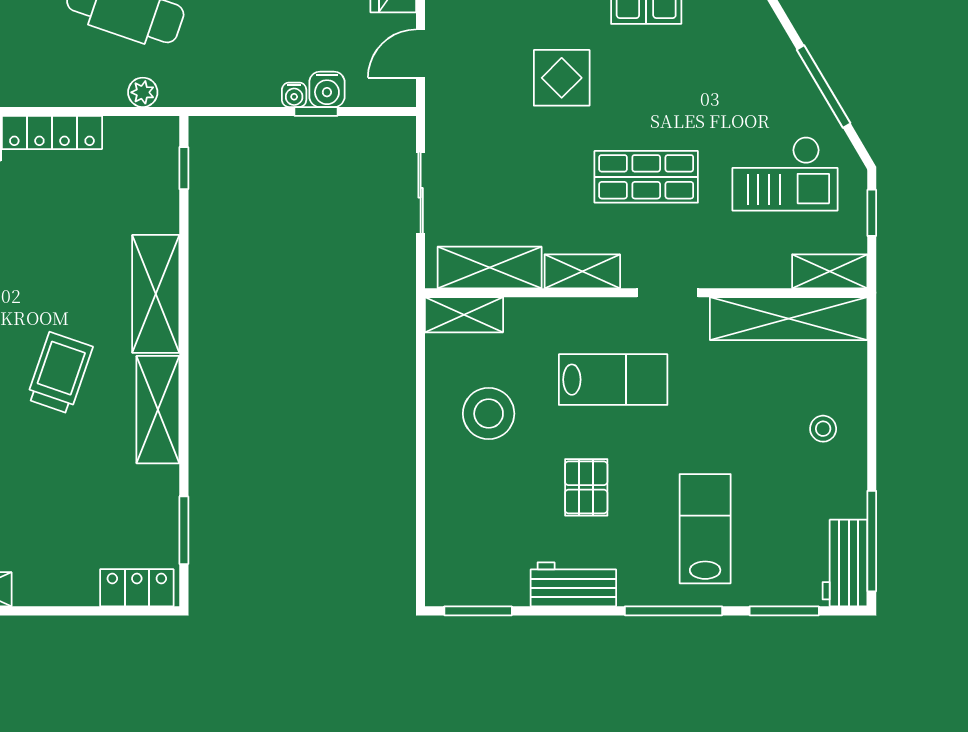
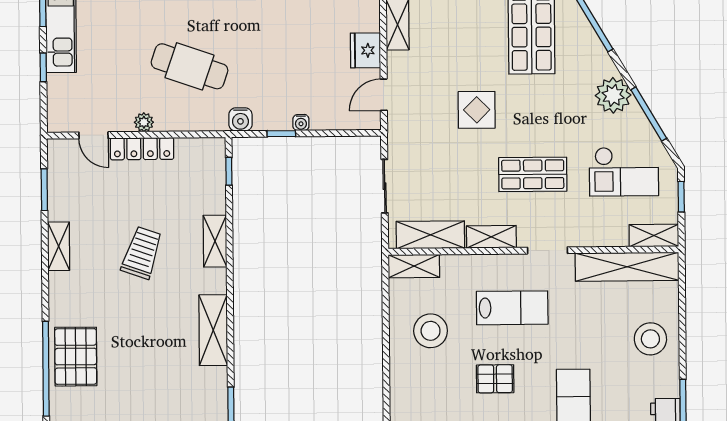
plant: (770, 58) -> (613, 95), added
water cooler: (327, 89) -> (240, 119), moved
plant: (143, 92) -> (144, 122), moved
window: (316, 111) -> (281, 134), moved
shelving: (156, 294) -> (215, 241), width x0.67, depth x0.75
trolley: (60, 373) -> (142, 253), moved
stool: (823, 429) -> (650, 339), width x1.89, depth x1.89
pallet: (586, 487) -> (495, 379), turned 90

